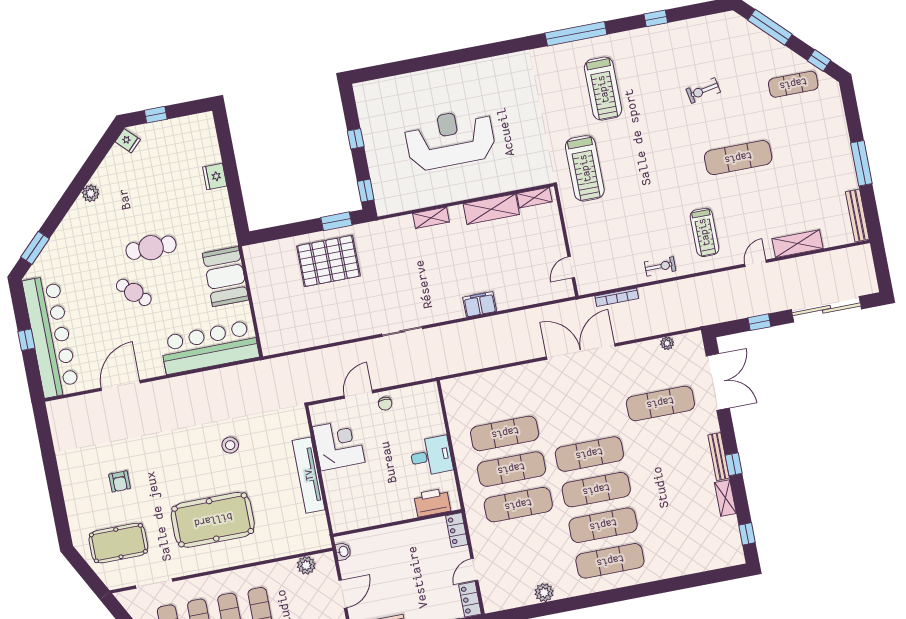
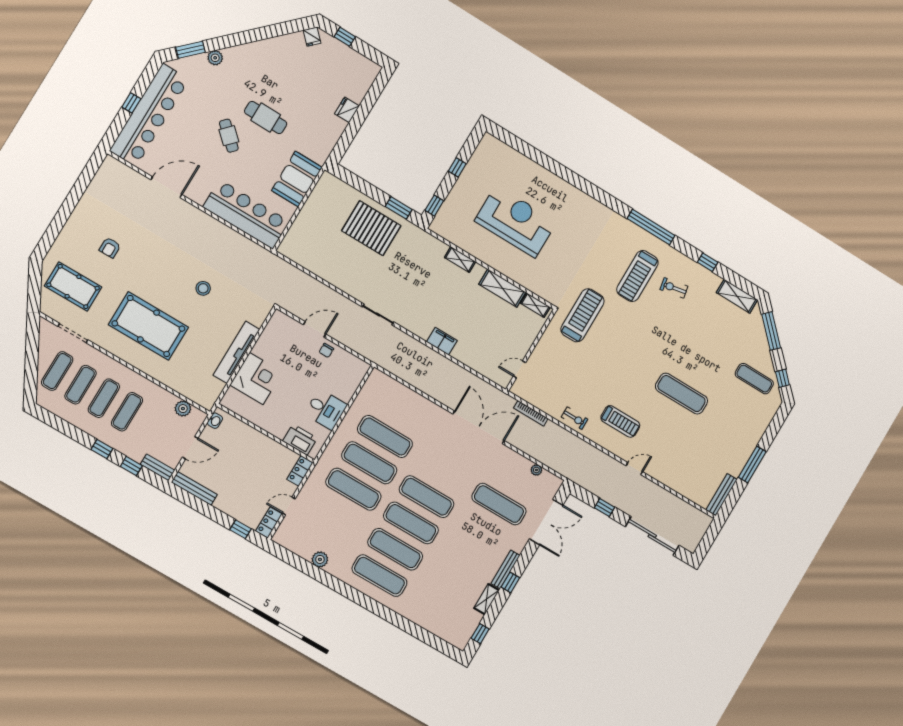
exercise bike: (703, 91) -> (674, 288), moved
treadmill: (585, 168) -> (582, 315), turned 180
plant: (91, 193) -> (215, 58), moved
treadmill: (704, 232) -> (620, 421), turned -90
shelving: (797, 244) -> (737, 296), moved
corner desk: (339, 445) -> (256, 378), moved

